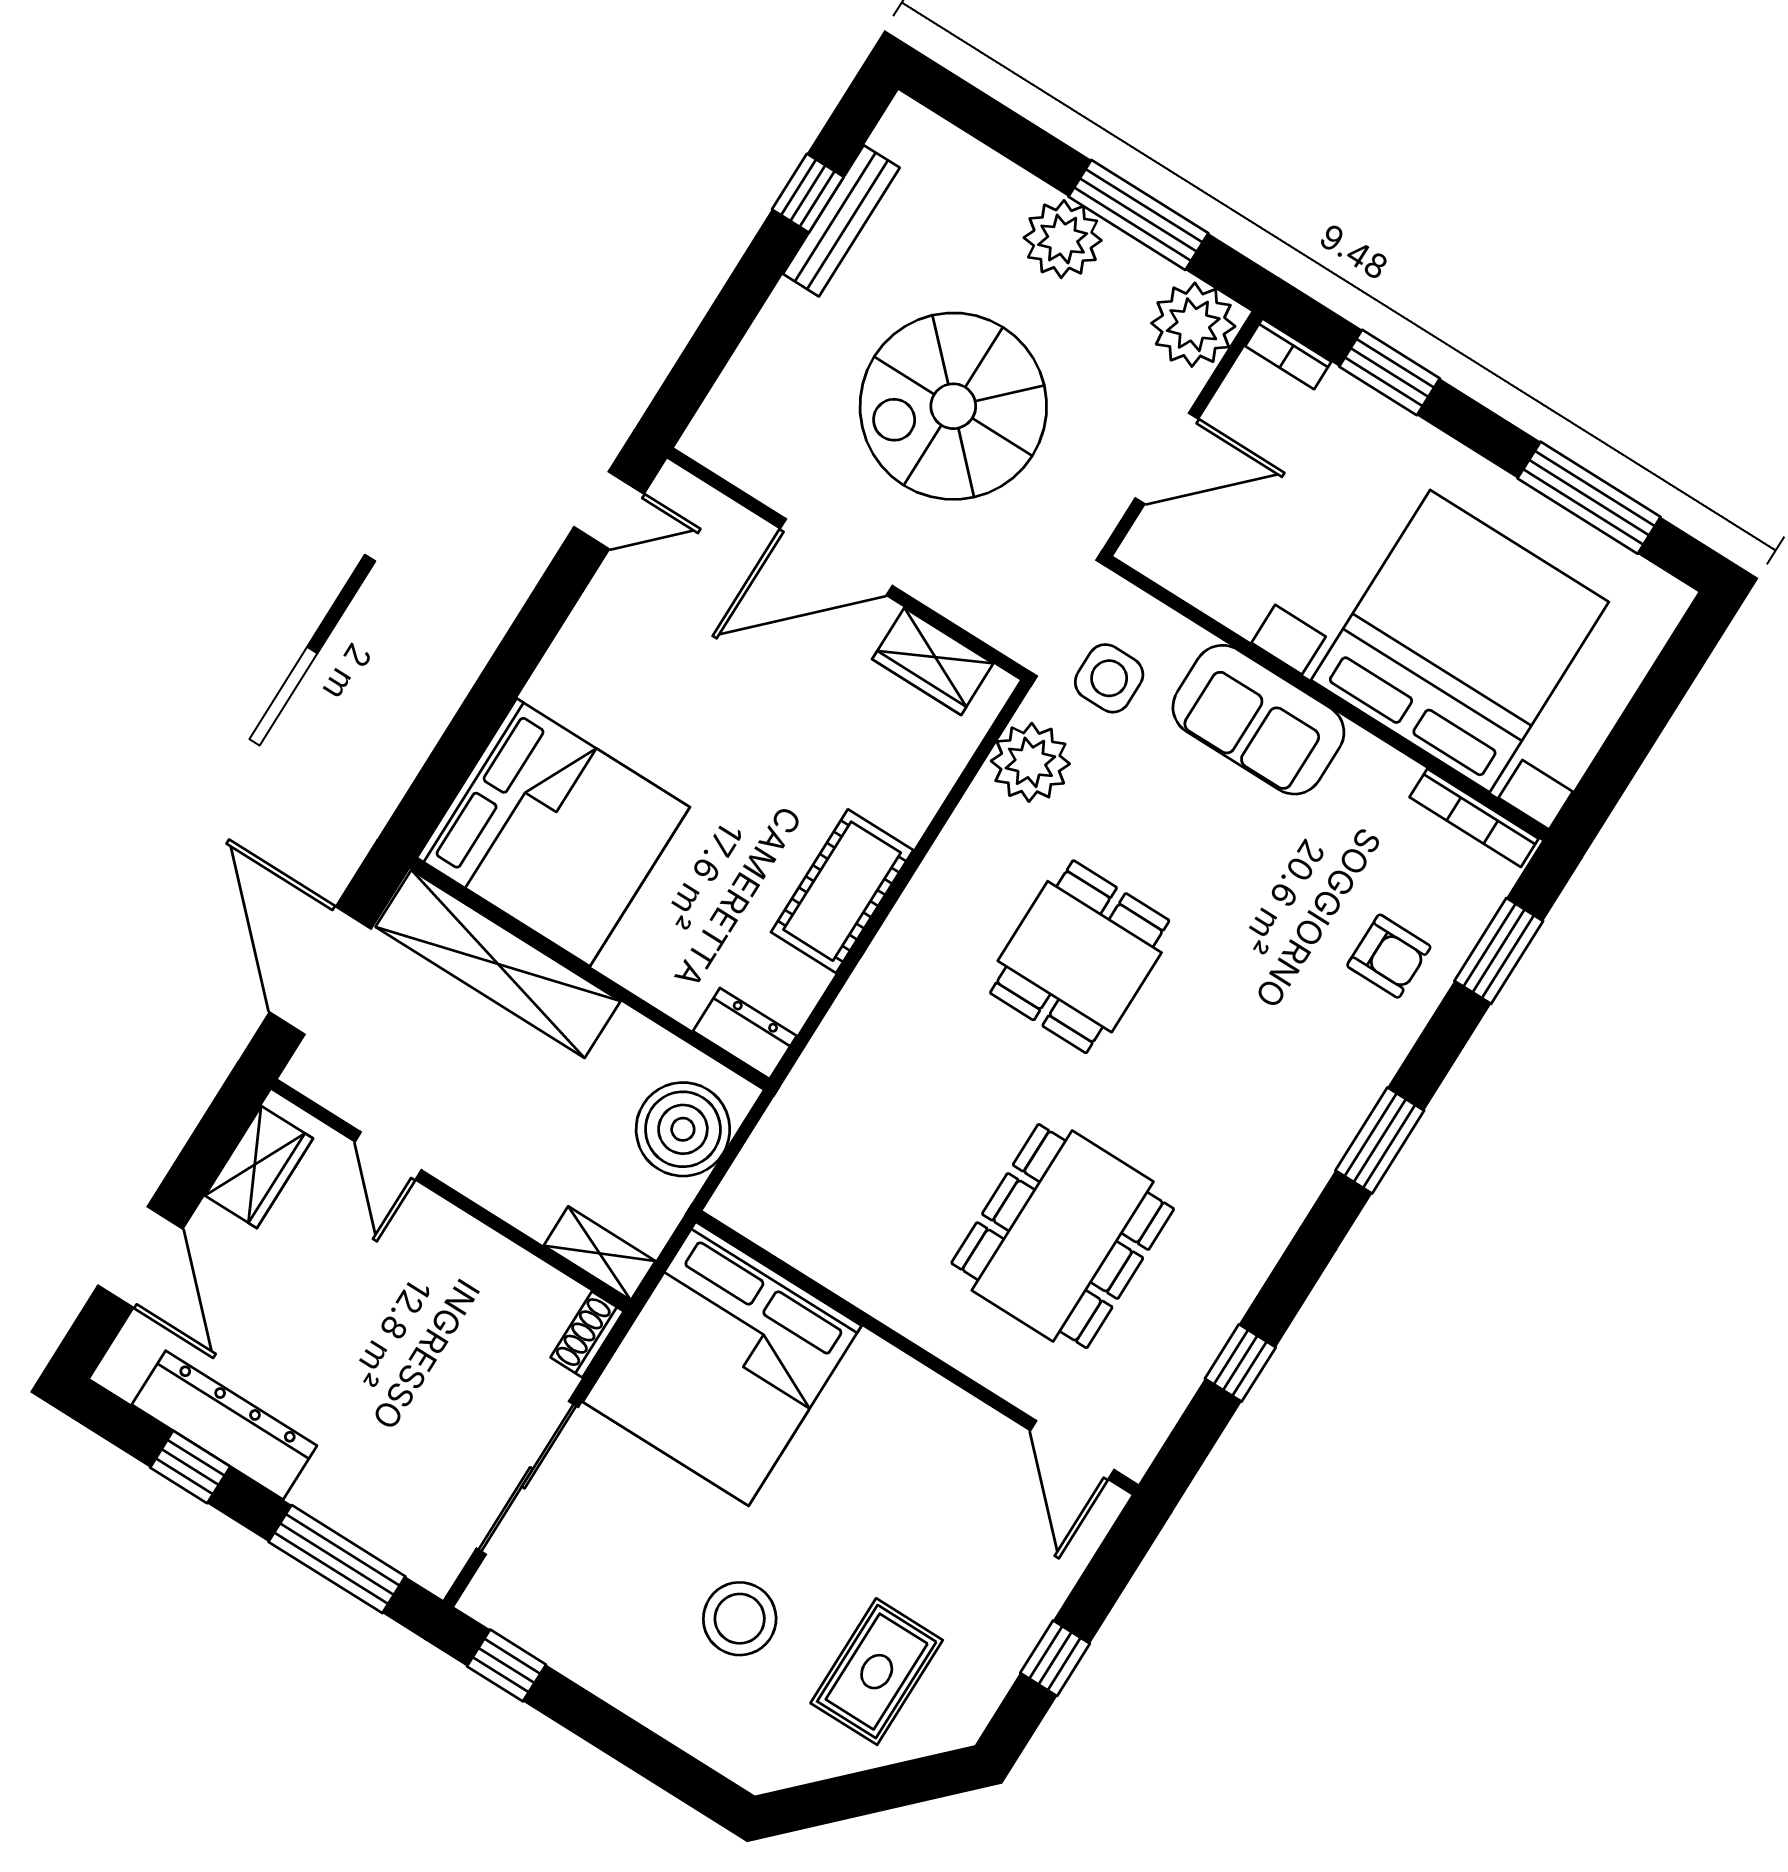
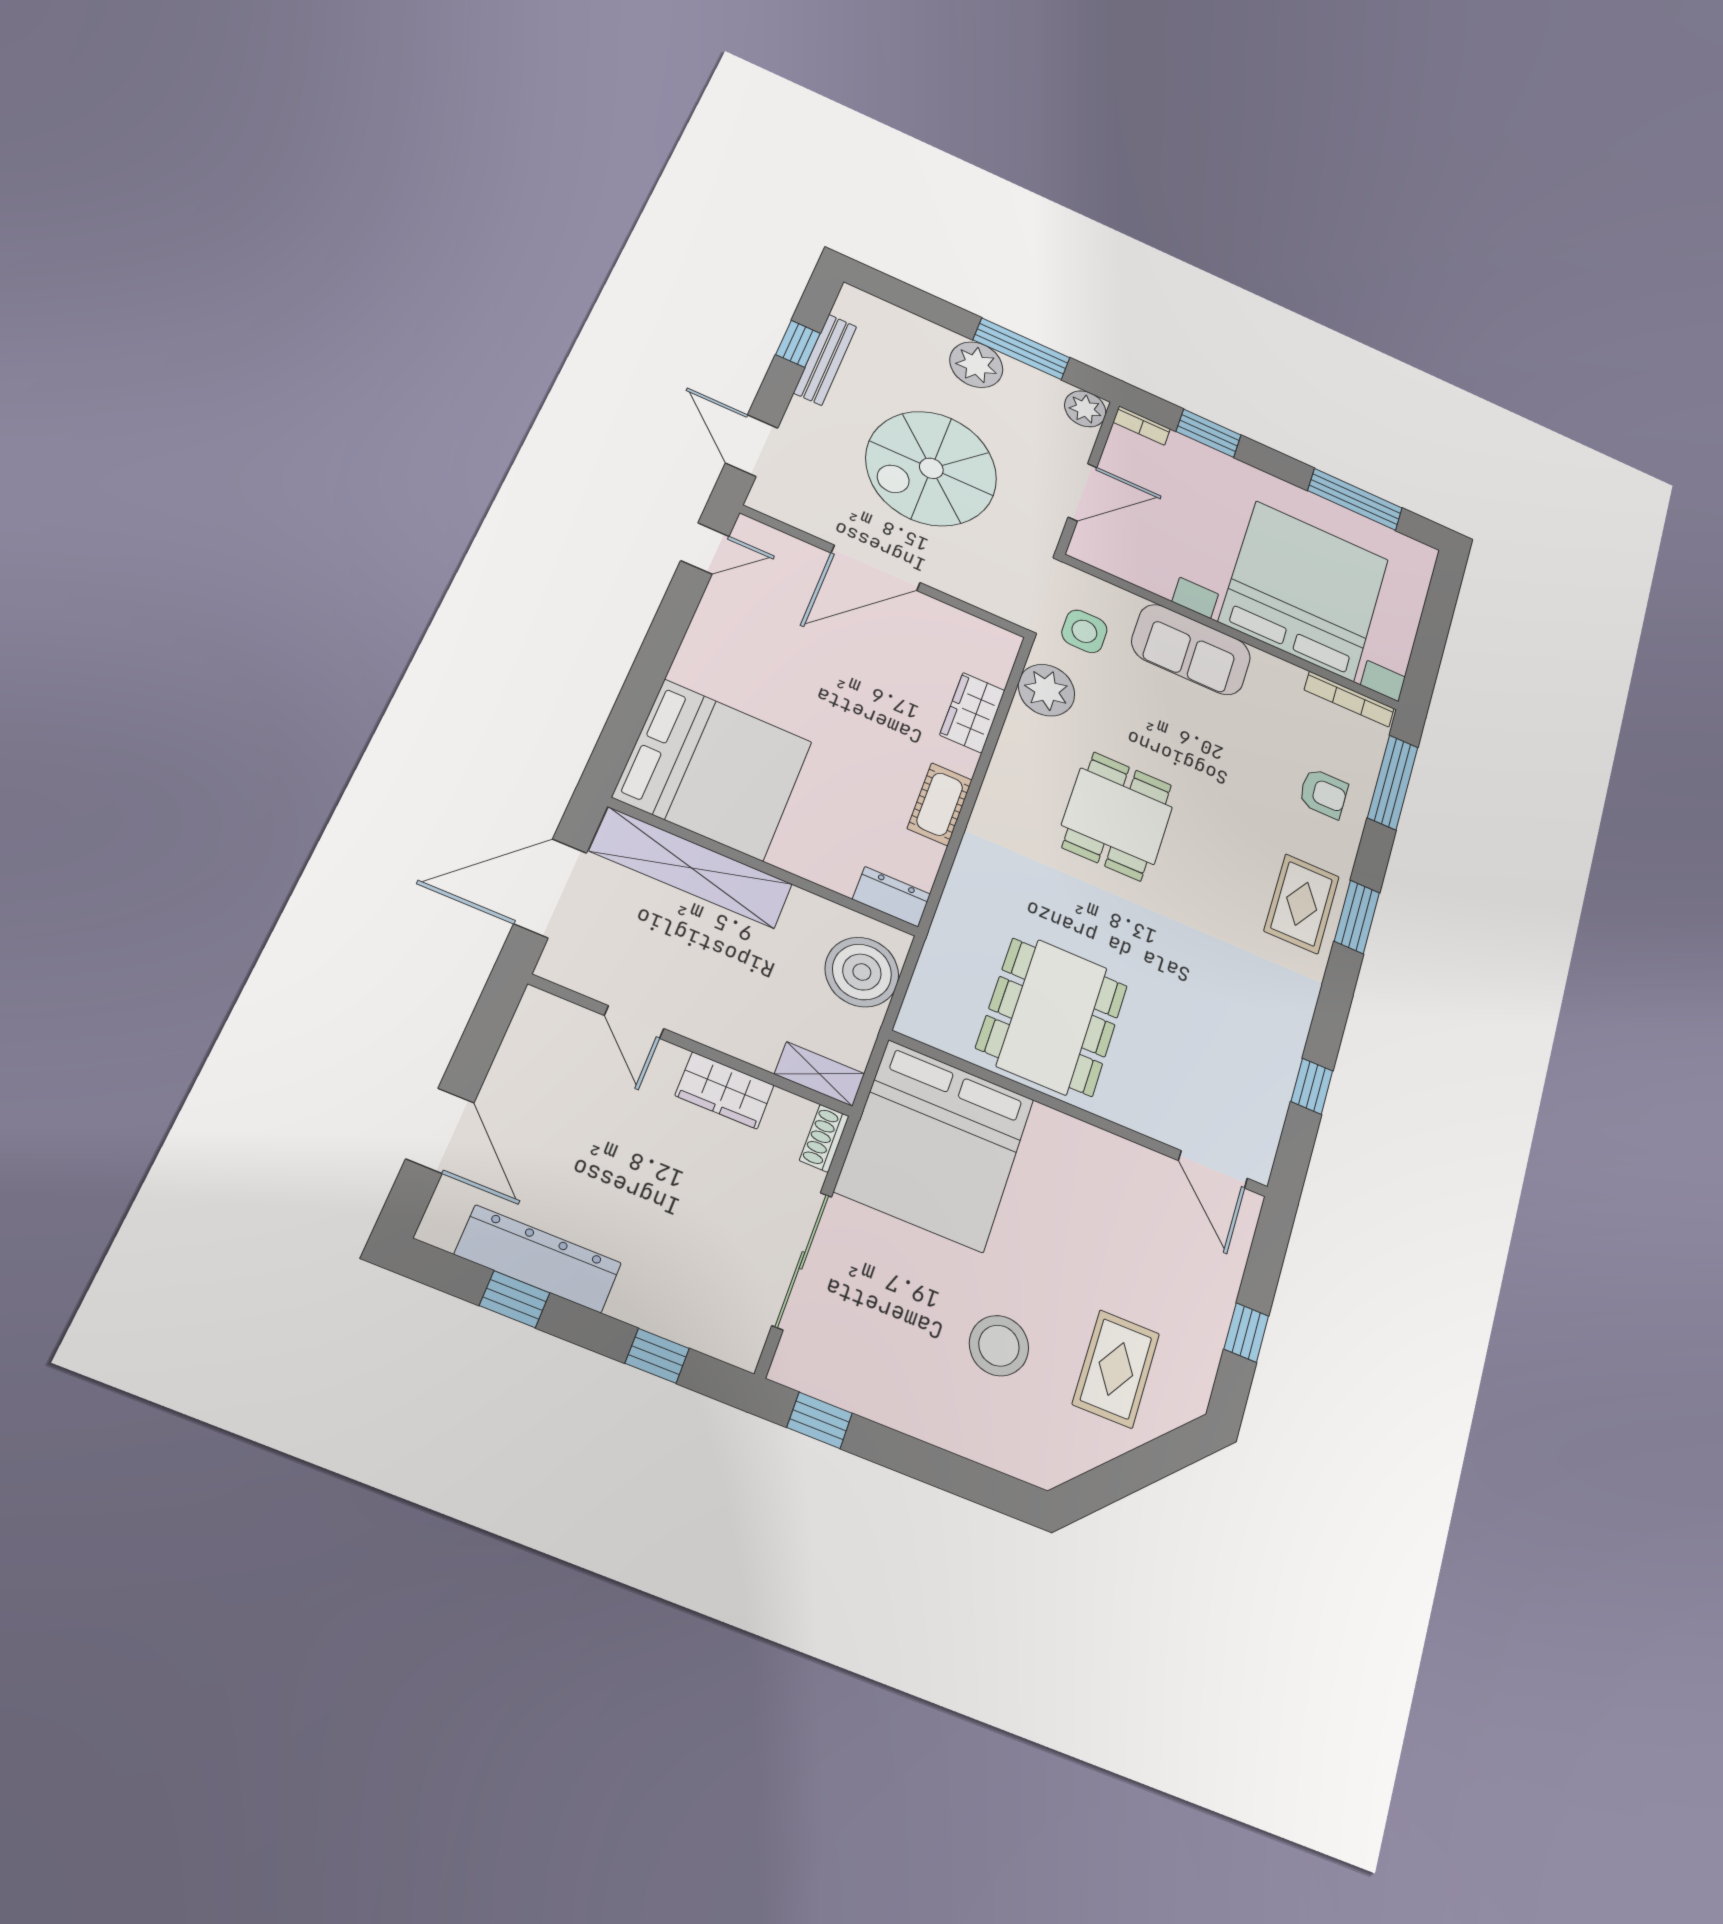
plant: (1193, 325) -> (1085, 409), width x0.73, depth x0.73
door: (706, 355) -> (752, 446), added
wardrobe: (933, 661) -> (972, 713), moved, turned 90
cot: (842, 891) -> (940, 804), width x0.73, depth x0.75
window: (1499, 951) -> (1393, 782), width x1.44
door: (320, 971) -> (550, 888), hinge flipped
rug: (1305, 1112) -> (1302, 904), added
wardrobe: (259, 1167) -> (725, 1090), moved, turned 90
dining table: (1063, 1236) -> (1052, 1017), moved
window: (337, 1559) -> (657, 1356), width x0.46

